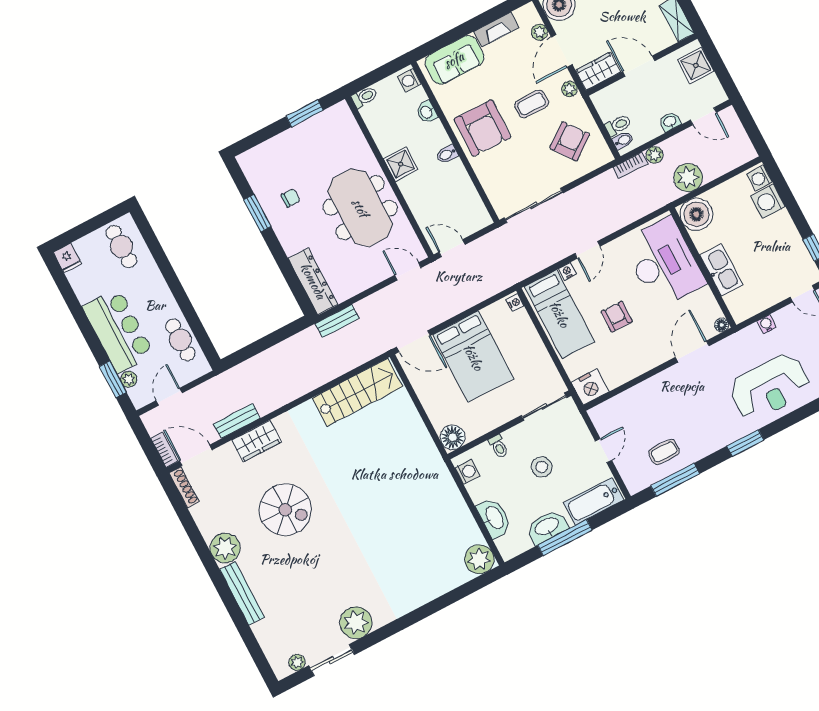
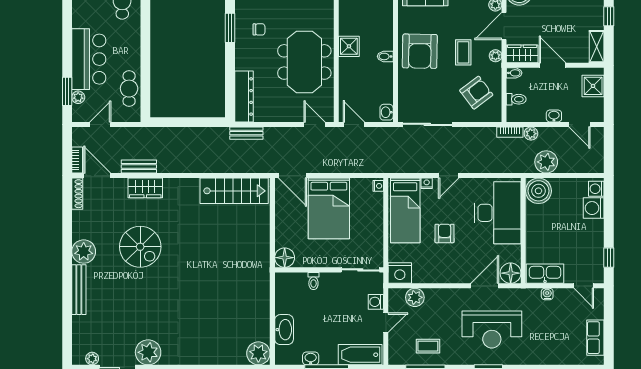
coffee table: (532, 104) -> (463, 52), turned 90
washbasin: (427, 112) -> (387, 112), moved
bidet: (623, 140) -> (514, 73), moved
kitchen sink: (721, 270) -> (545, 274), moved, turned -90
floor lamp: (722, 325) -> (511, 273), width x1.89, depth x1.89
reception desk: (770, 387) -> (492, 329), moved
plant: (621, 405) -> (415, 297), added
stool: (542, 467) -> (336, 311), removed
washing machine: (467, 472) -> (376, 302), moved, turned 180
washbasin: (547, 527) -> (311, 358), width x0.52, depth x0.69

